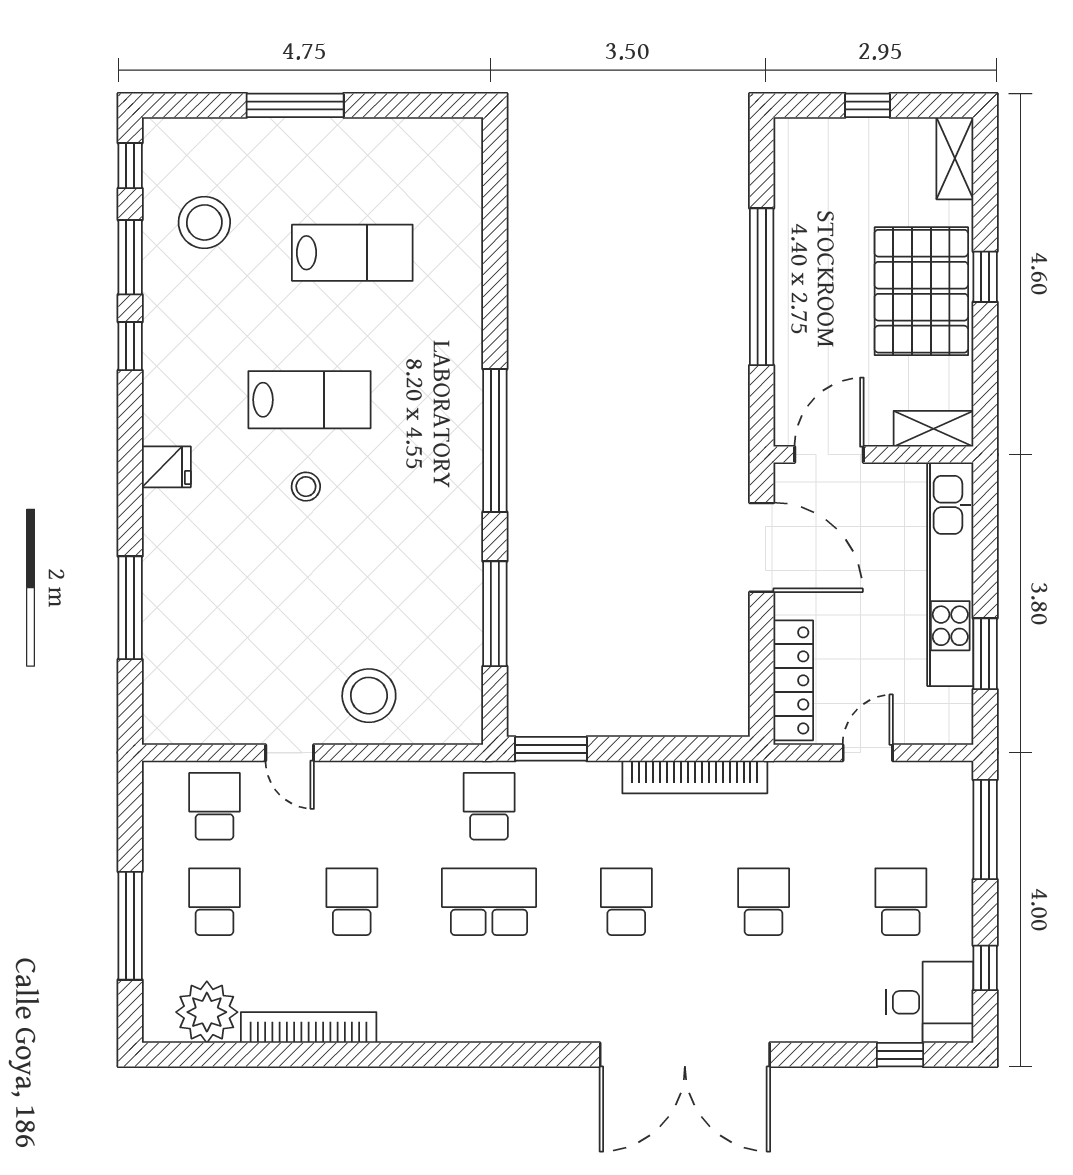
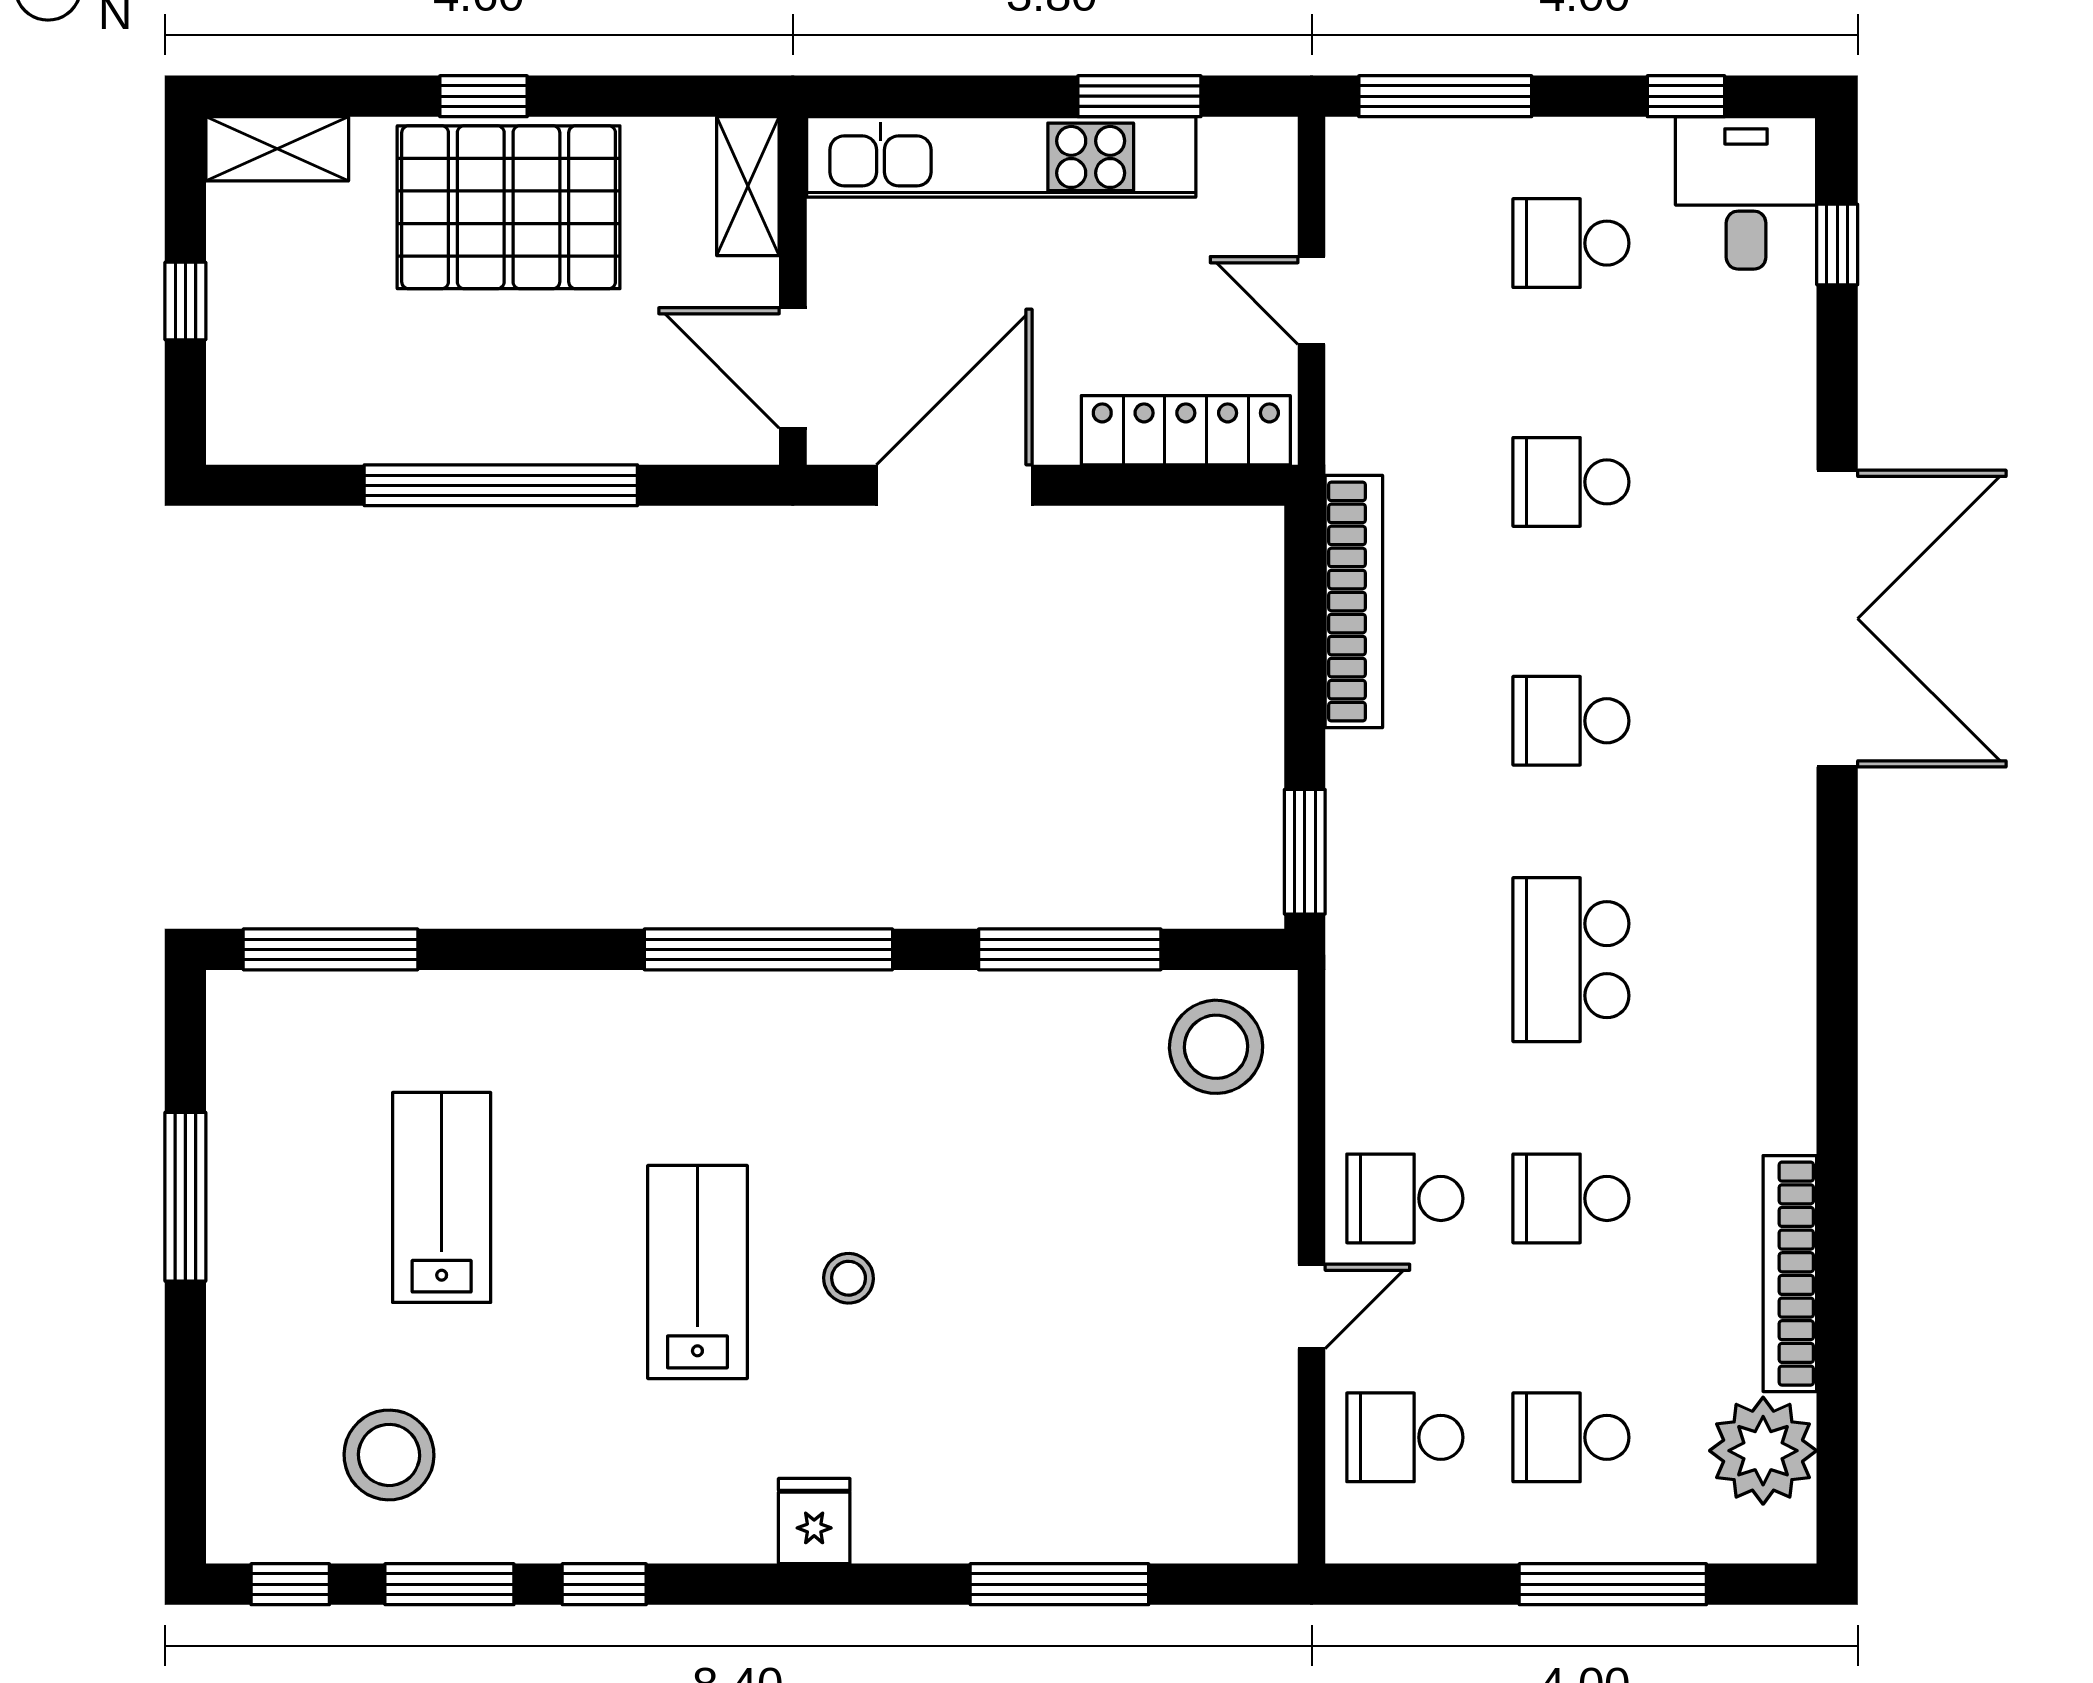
window: (295, 105) -> (185, 1197), moved
window: (495, 189) -> (331, 949), added
stool: (369, 696) -> (1216, 1047), moved
school desk: (489, 806) -> (1405, 1198), moved

